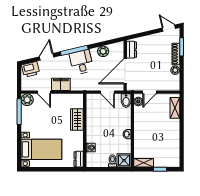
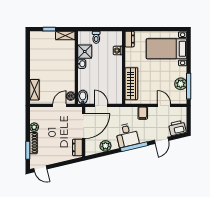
filing cabinet: (61, 84) -> (143, 113), width x0.50
plant: (27, 100) -> (181, 84), moved
wardrobe: (77, 120) -> (131, 84), width x1.50
shower: (124, 160) -> (85, 52), moved

